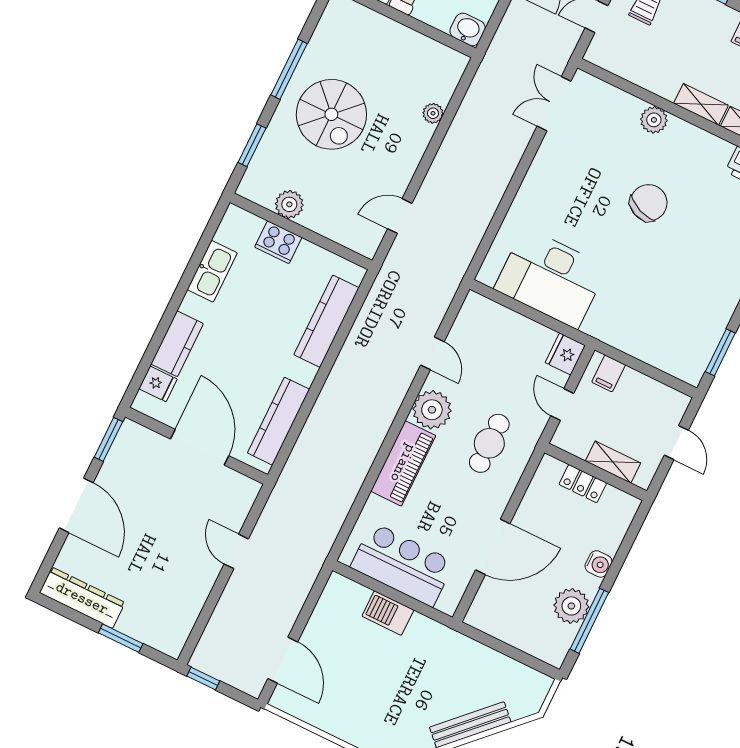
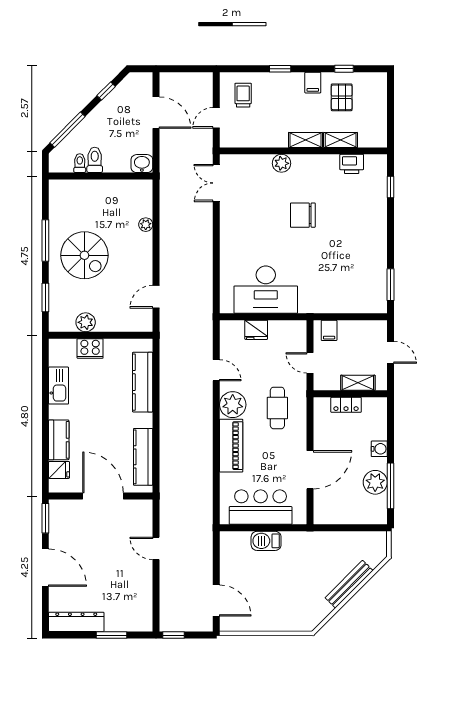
chair: (649, 203) -> (303, 215), turned -112
fridge: (565, 354) -> (256, 330), moved, turned -90

